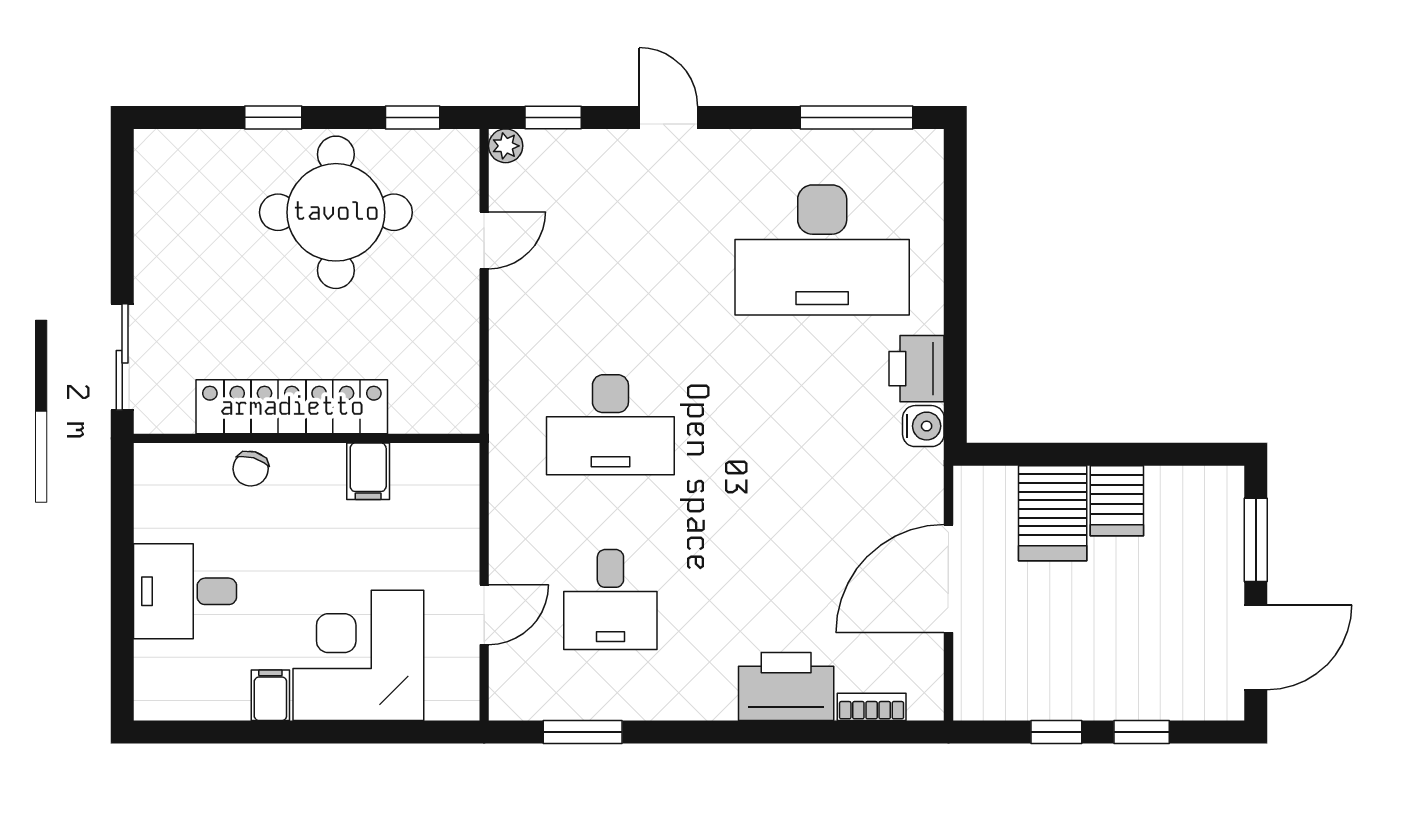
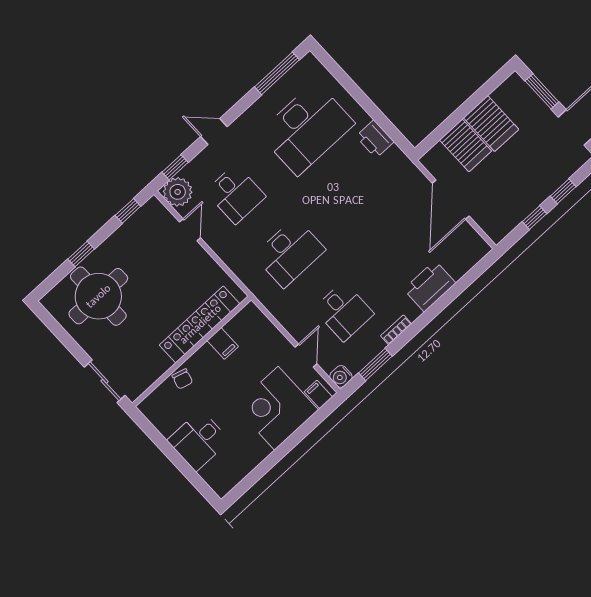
plant: (506, 146) -> (178, 192), width x1.87, depth x1.87
round table: (336, 212) -> (98, 296), moved
desk: (610, 250) -> (235, 194), added
locker: (292, 407) -> (200, 324), moved
water cooler: (923, 426) -> (341, 376), moved, turned 180
server rack: (1117, 501) -> (491, 124), width x1.36, depth x1.44
filing cabinet: (270, 695) -> (318, 394), moved
bookcase: (872, 707) -> (396, 330), moved

